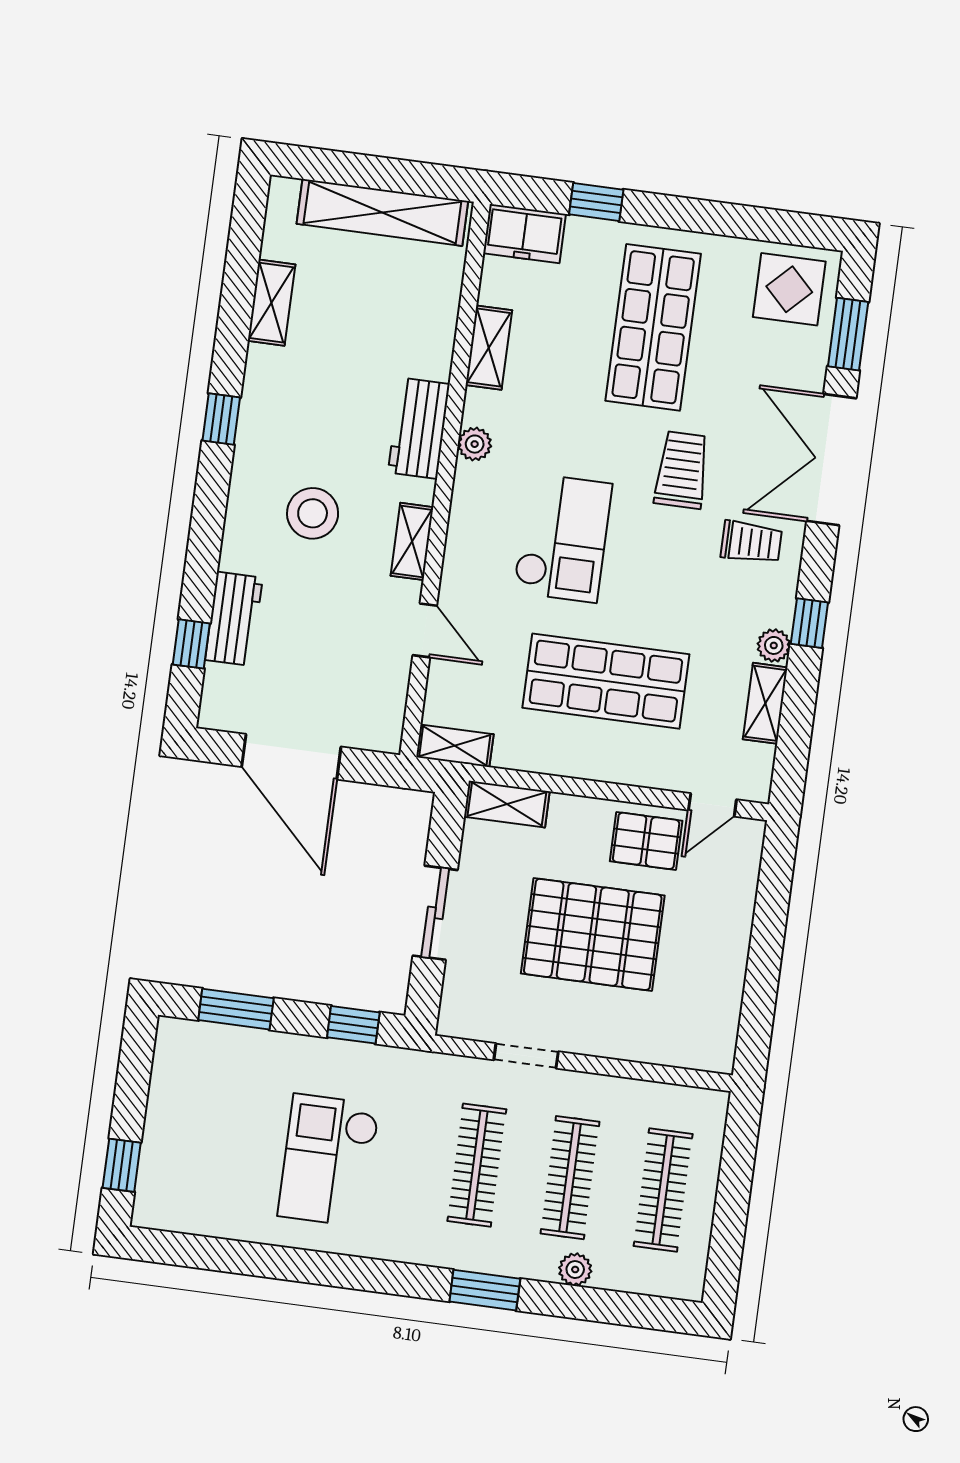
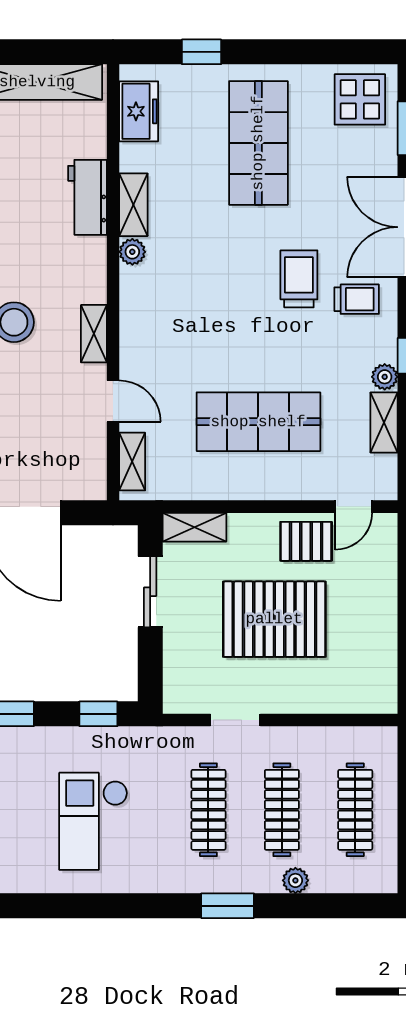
freezer: (525, 234) -> (139, 111), moved, turned -90
shelving: (489, 348) -> (133, 205), moved
workbench: (419, 428) -> (87, 197), moved
trolley: (682, 470) -> (299, 279), moved
checkout: (563, 538) -> (210, 315), removed
shelving: (455, 746) -> (132, 462), moved, turned 90
sliding door: (435, 913) -> (150, 592), moved

